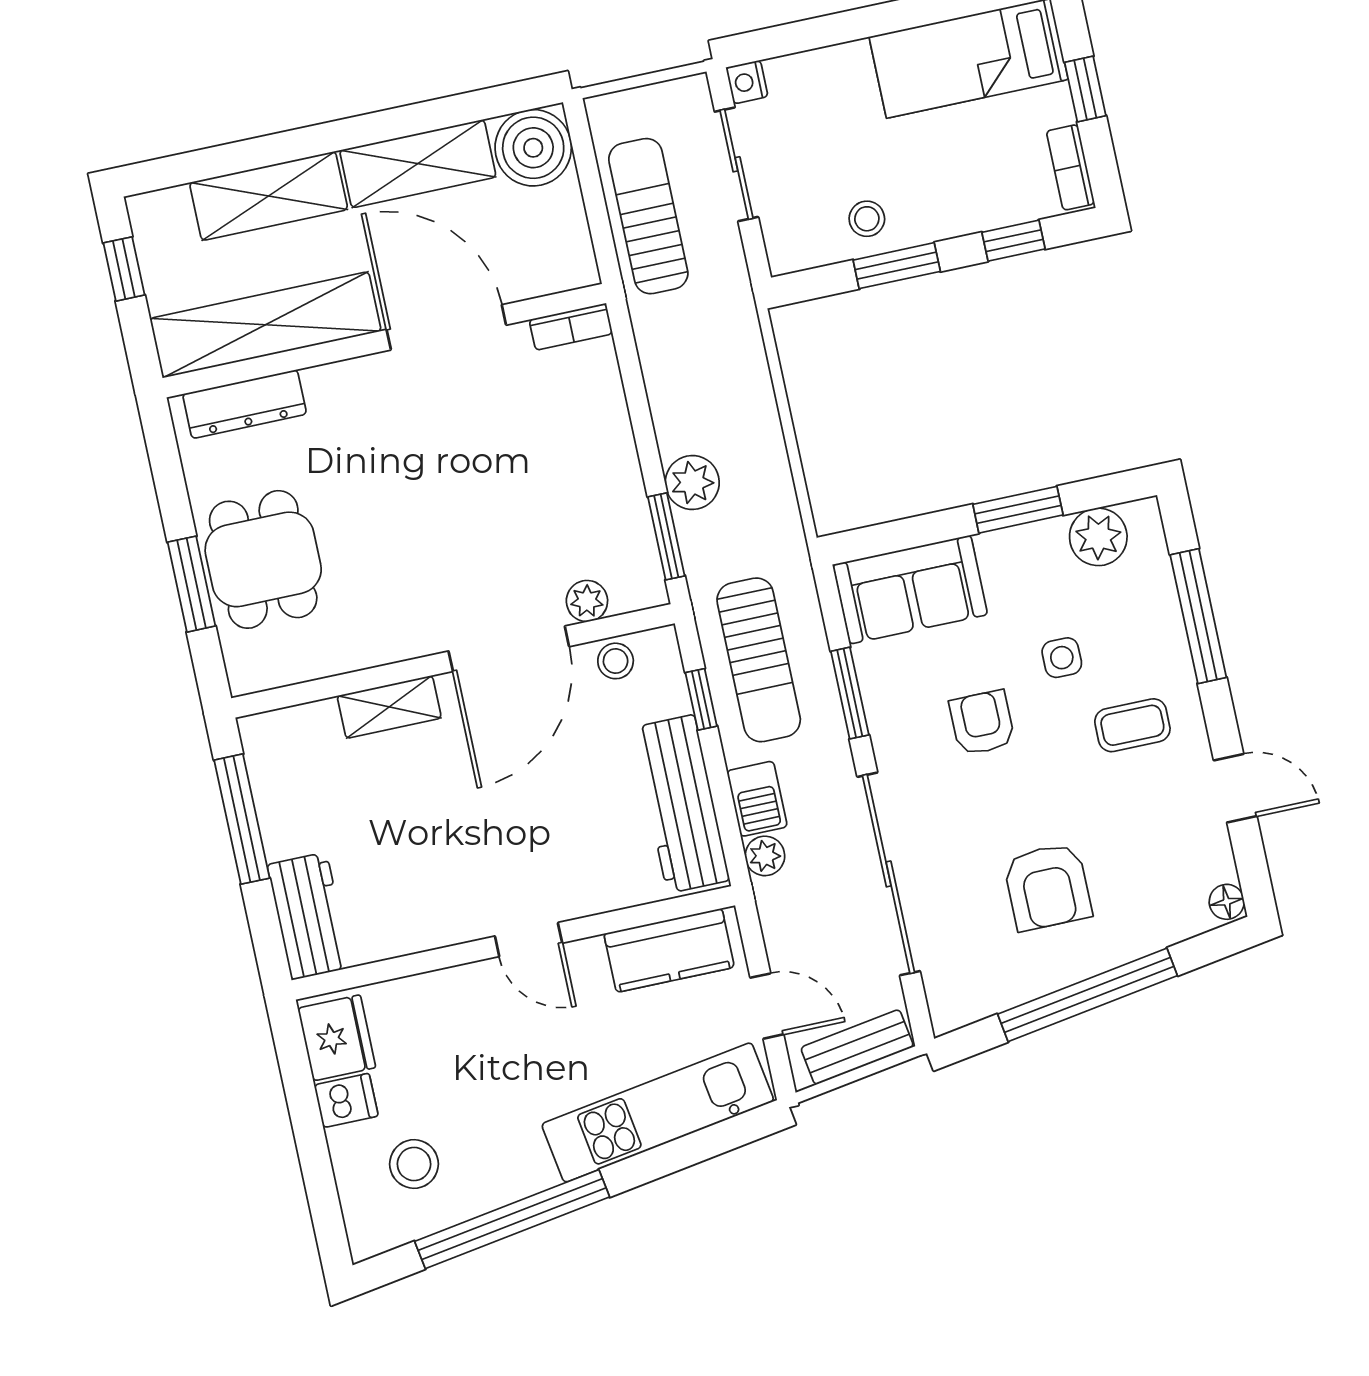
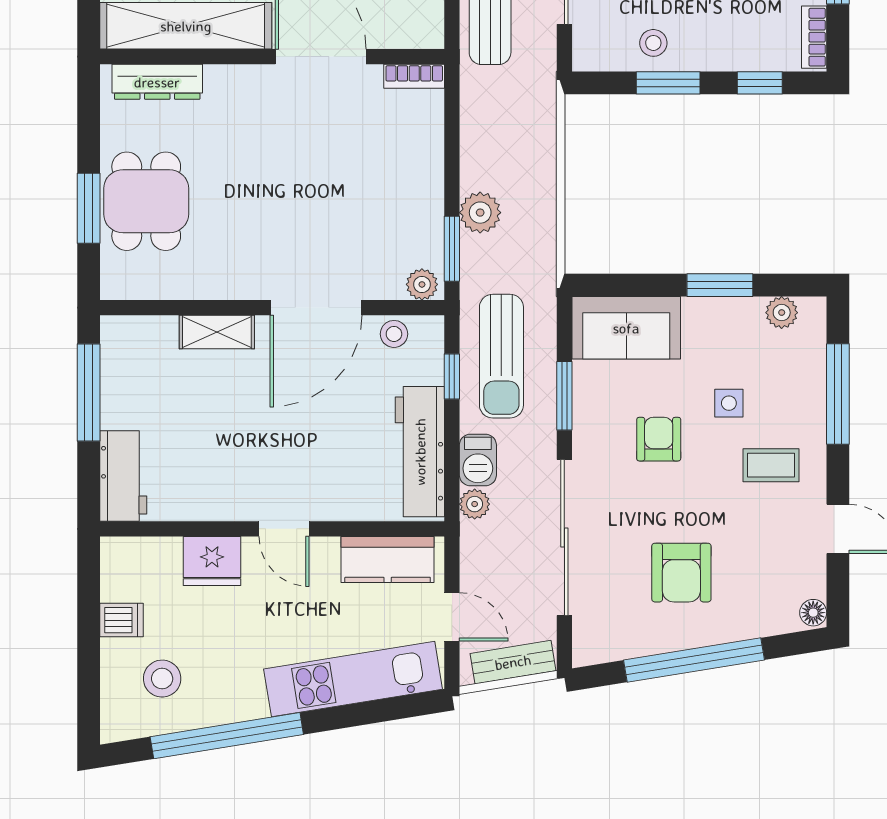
plant: (1098, 537) -> (782, 313), width x0.73, depth x0.73
plant: (587, 601) -> (422, 284), moved
fridge: (337, 1038) -> (212, 561), moved, turned 90

